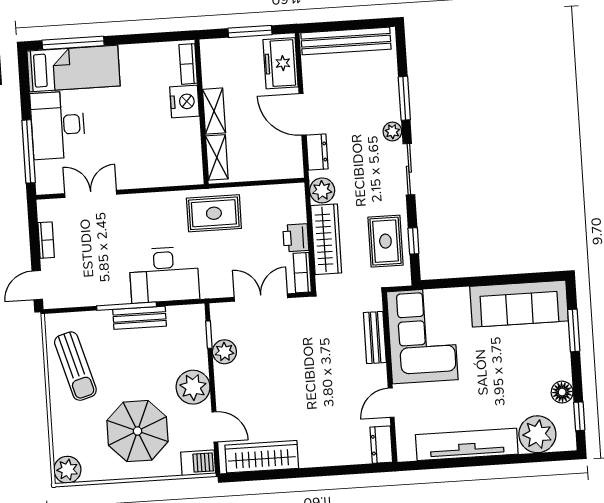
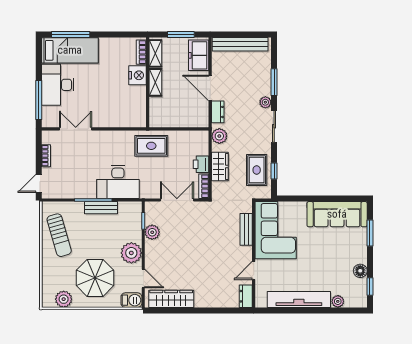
shelving: (217, 157) -> (155, 53), moved
wardrobe: (326, 239) -> (220, 166), width x0.67
plant: (537, 434) -> (338, 301), width x0.53, depth x0.53
plant: (67, 470) -> (64, 299), moved

